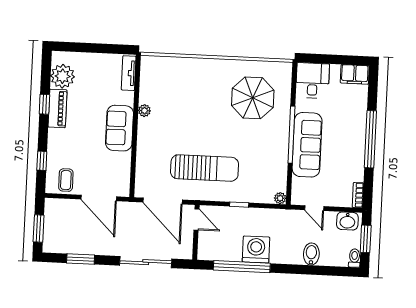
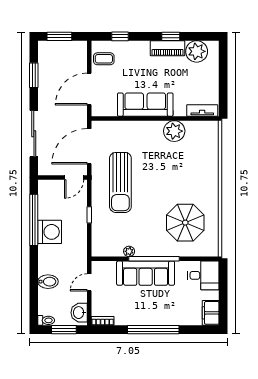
plant: (144, 111) -> (174, 131), width x1.88, depth x1.88
sofa: (119, 128) -> (145, 105), width x1.36
plant: (280, 198) -> (129, 251), moved

